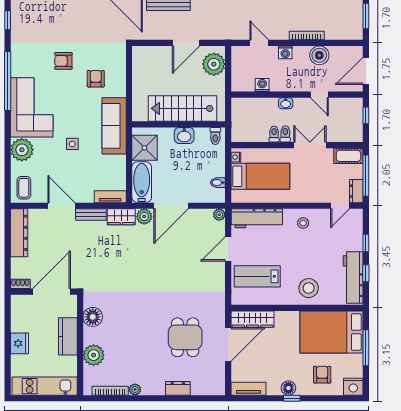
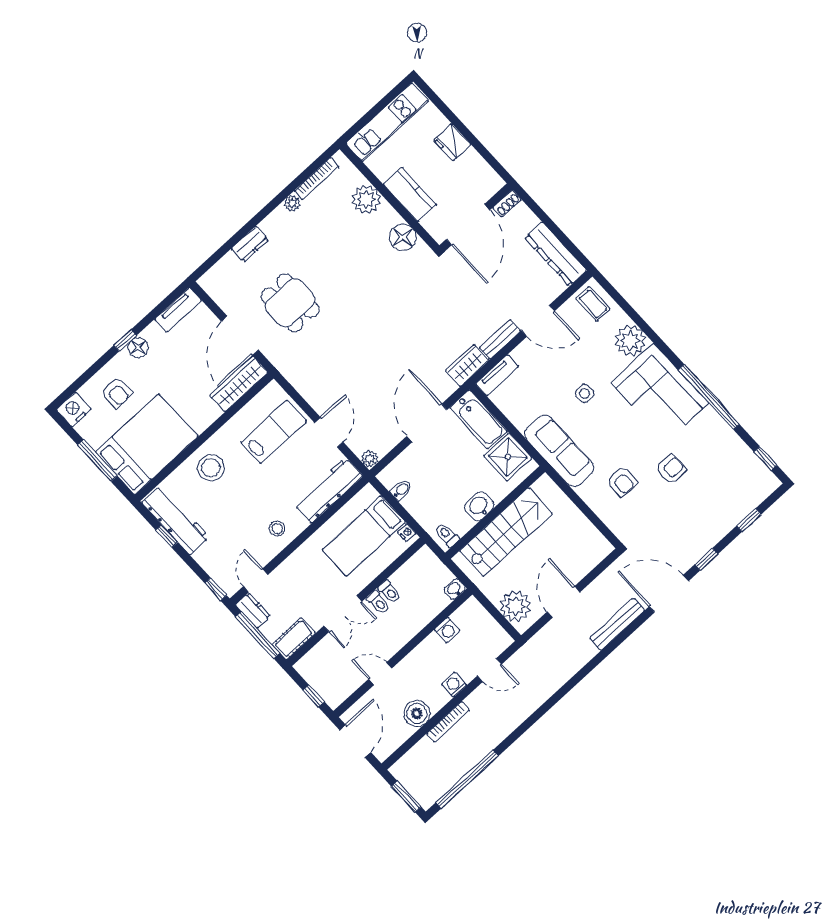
washbasin: (286, 103) -> (454, 589), moved
plant: (144, 217) -> (444, 387), removed
window: (366, 243) -> (215, 589), moved

